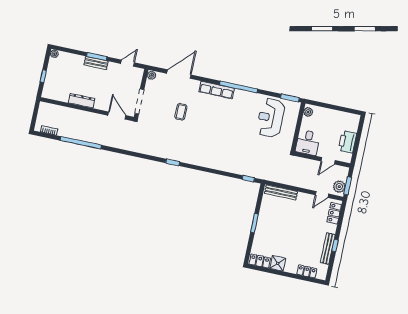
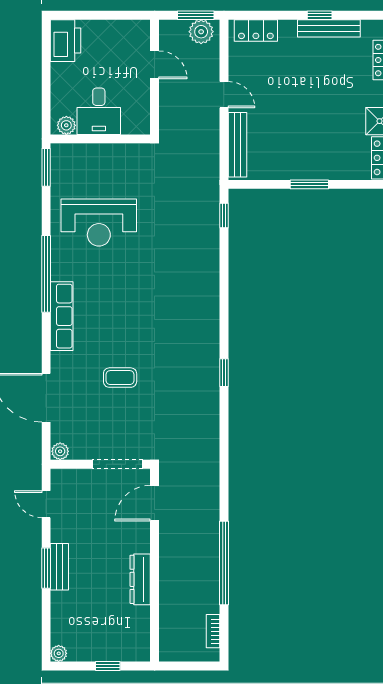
reception desk: (271, 118) -> (99, 223), moved
desk: (308, 142) -> (99, 111), moved, turned 90
printer: (347, 142) -> (66, 41), moved, turned -90
door: (322, 194) -> (224, 95), moved

